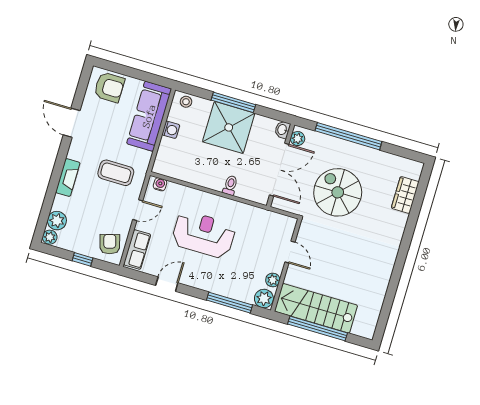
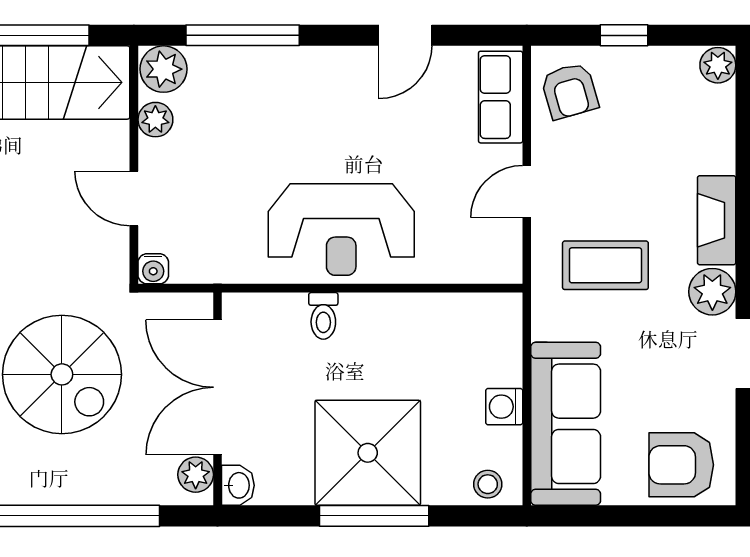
water cooler: (160, 184) -> (153, 269), moved
plant: (57, 221) -> (712, 292), moved
reception desk: (204, 234) -> (341, 230), moved

